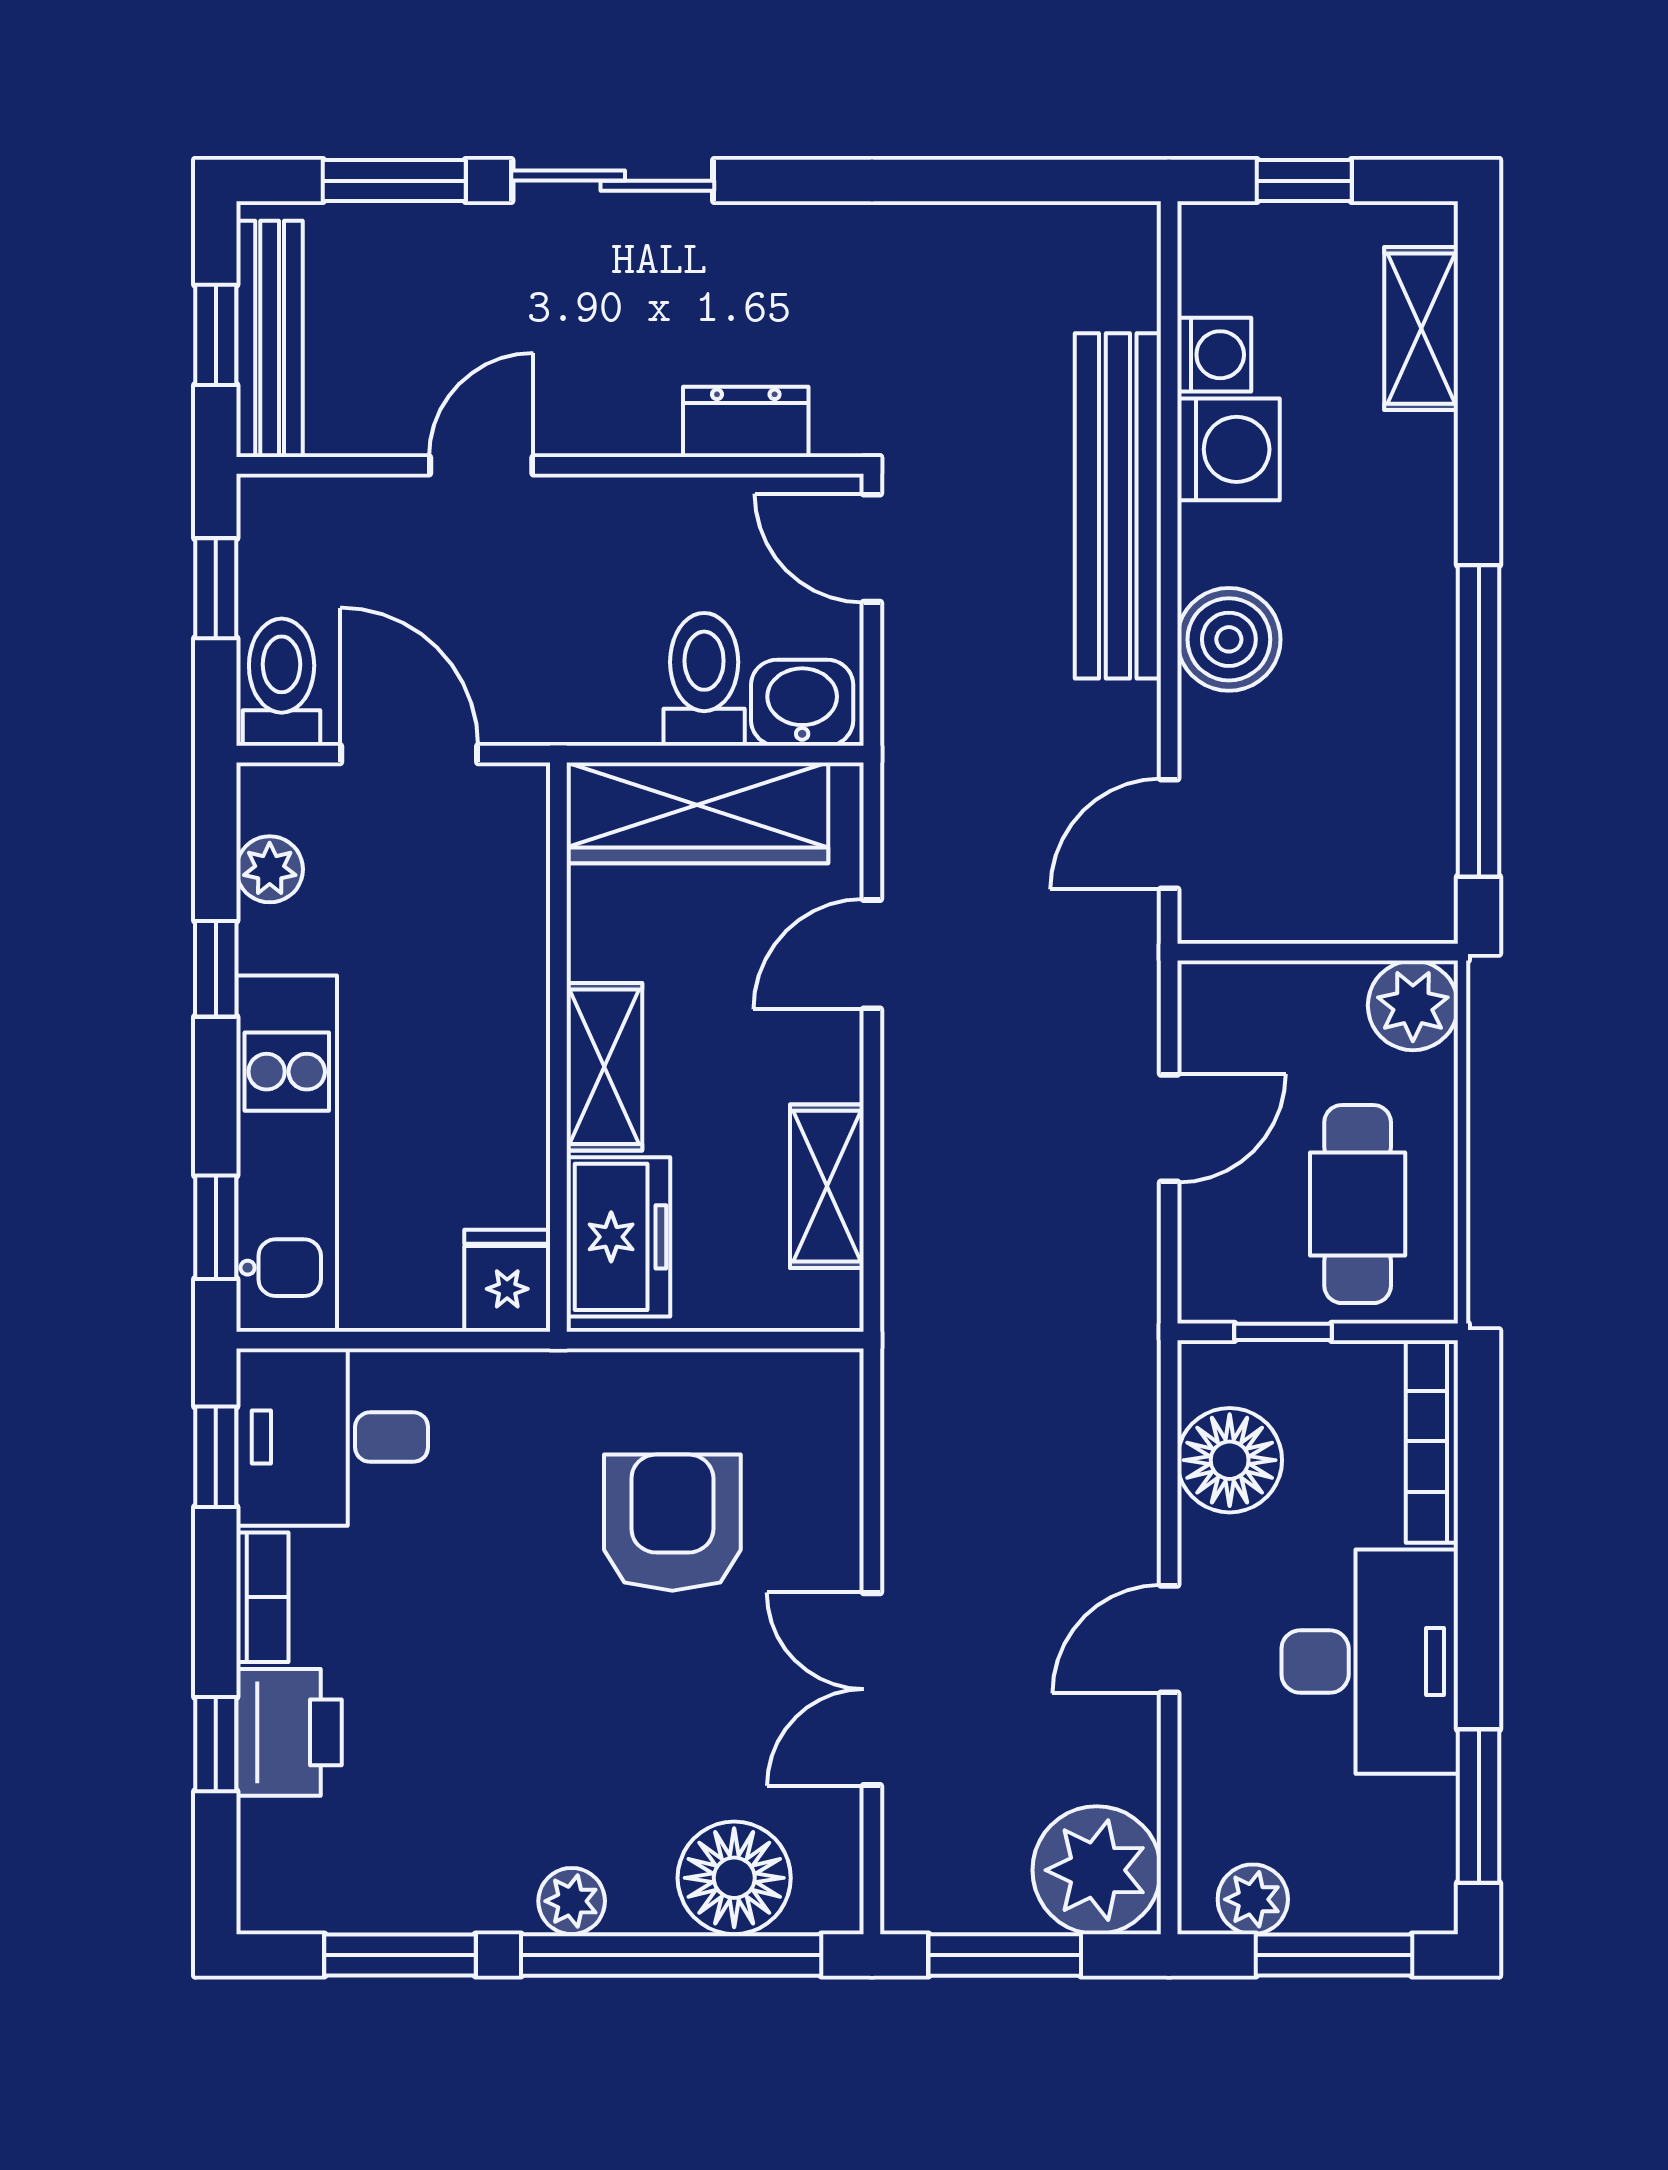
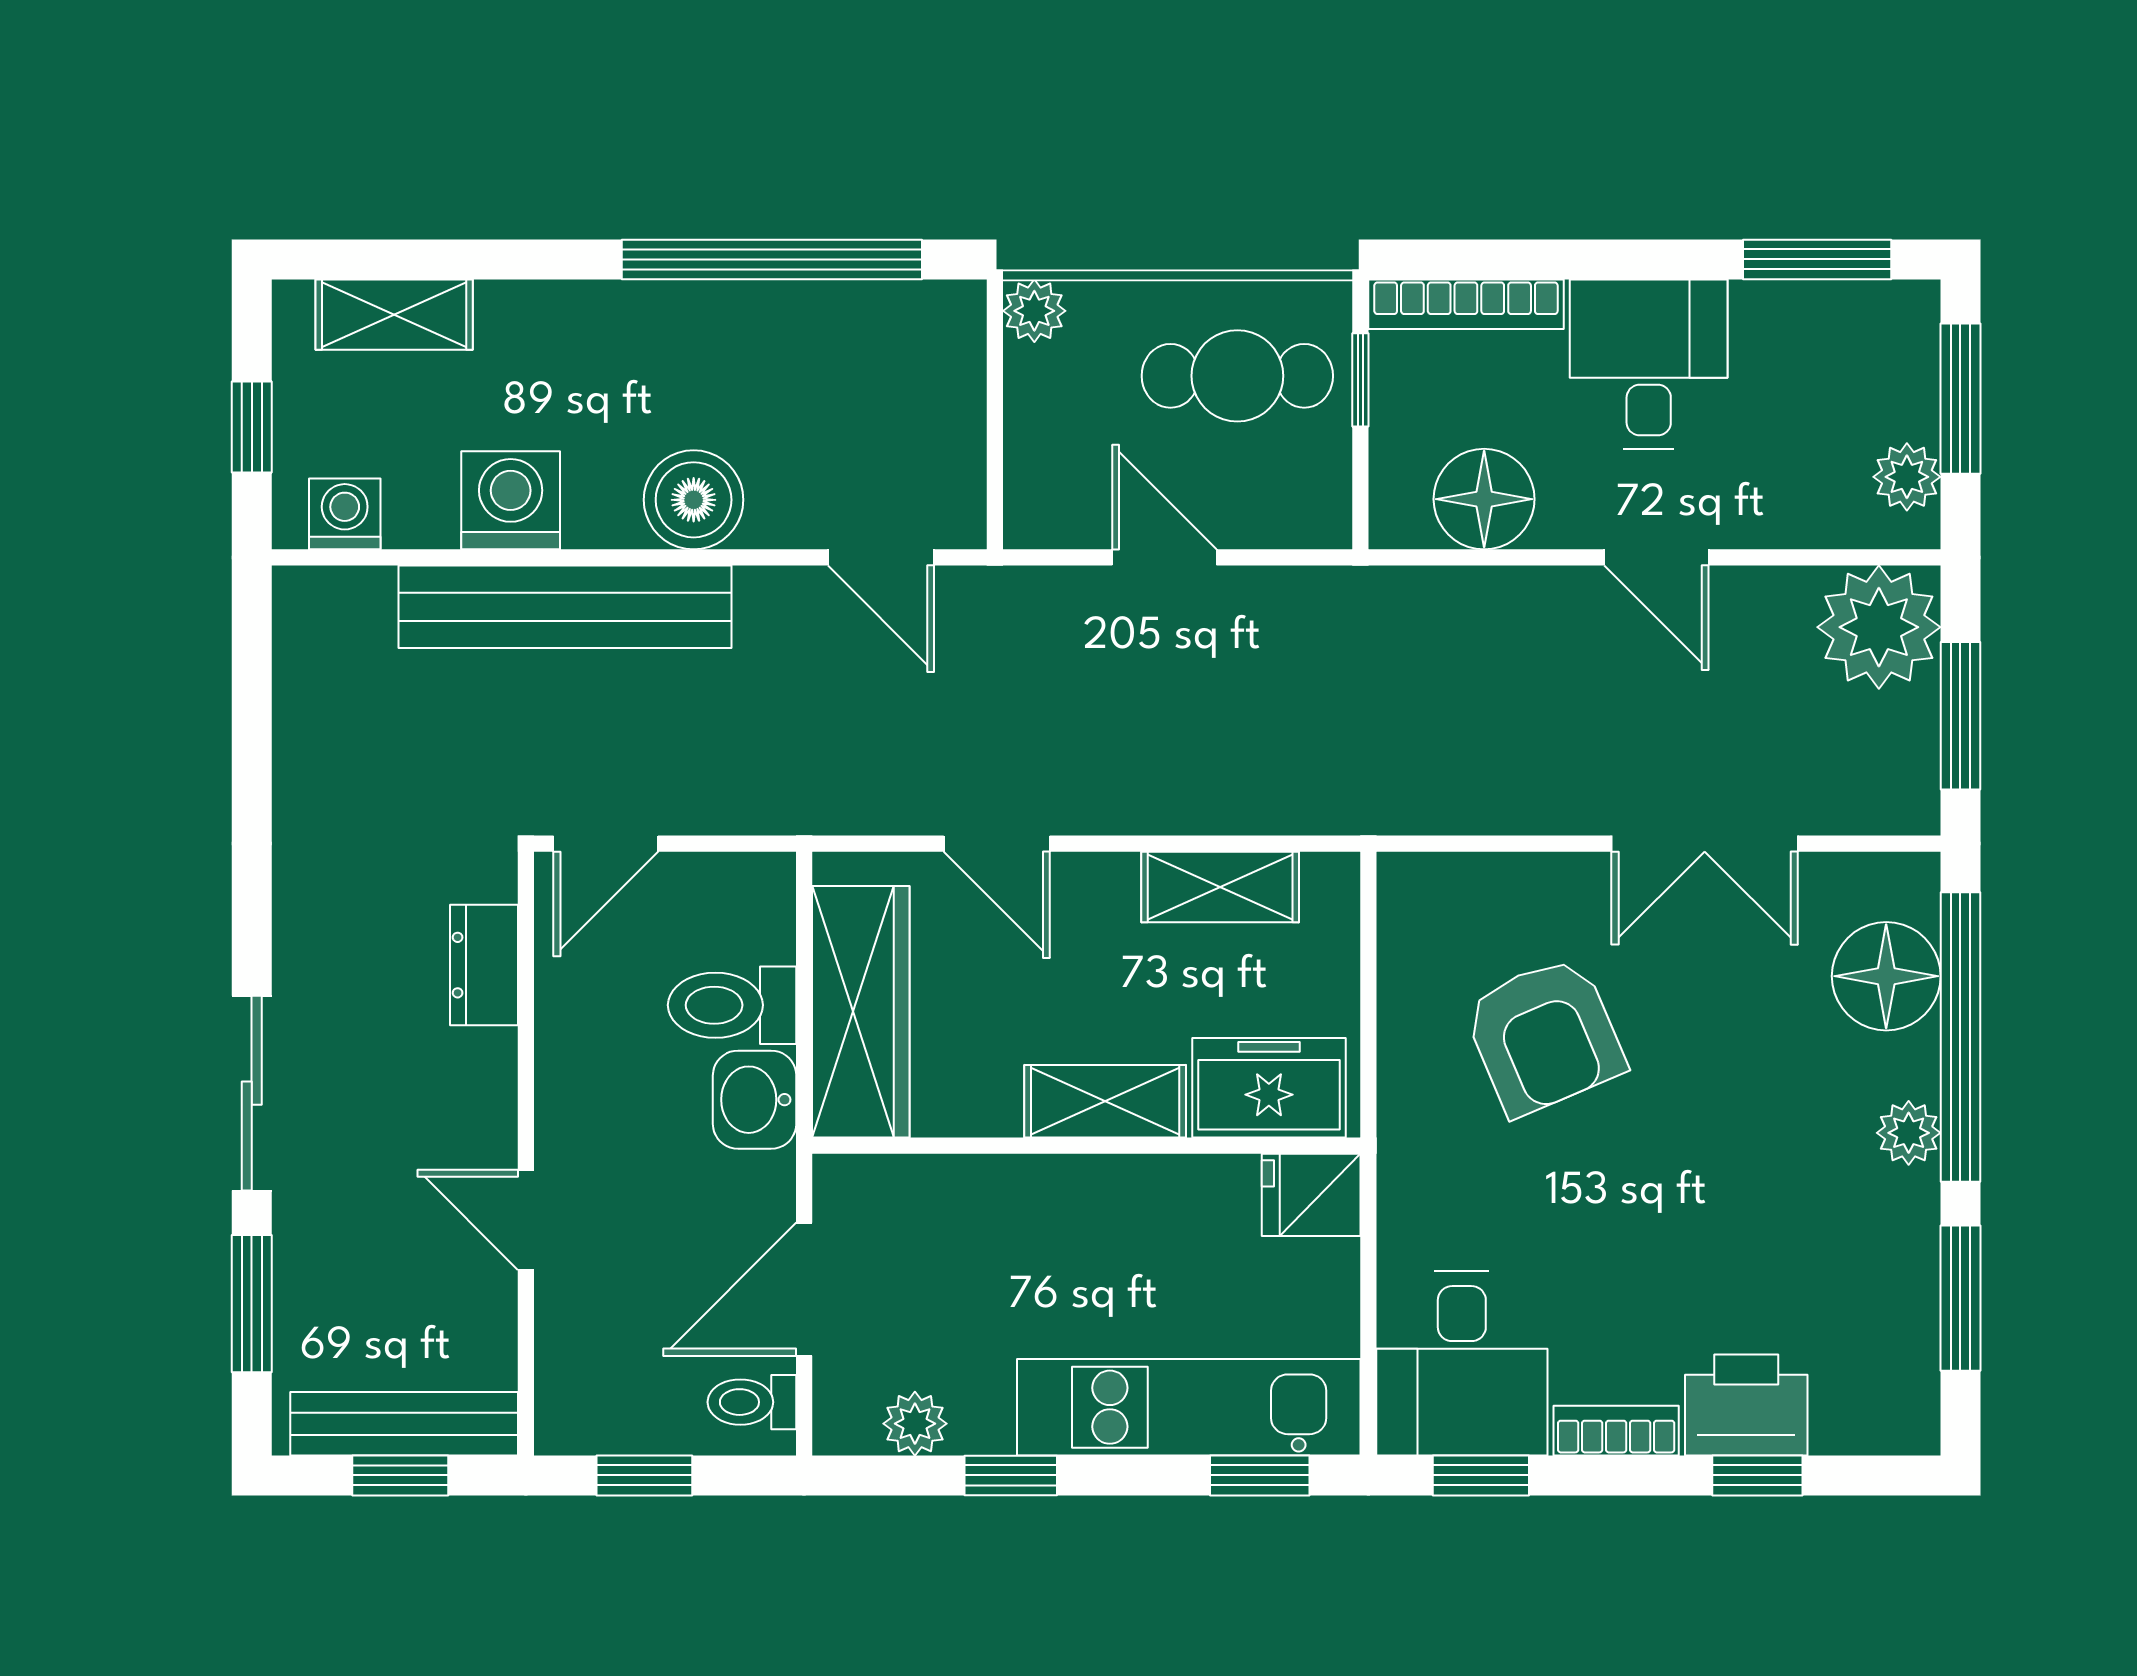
washing machine: (1214, 355) -> (345, 514), moved
toilet: (282, 682) -> (752, 1402), width x0.73, depth x0.72
washbasin: (802, 703) -> (755, 1100), moved
plant: (1413, 1005) -> (1034, 311), width x0.73, depth x0.73
window: (1283, 1332) -> (1360, 380), moved
armchair: (672, 1523) -> (1544, 1036), turned -113
desk: (1370, 1662) -> (1649, 364), width x0.73

